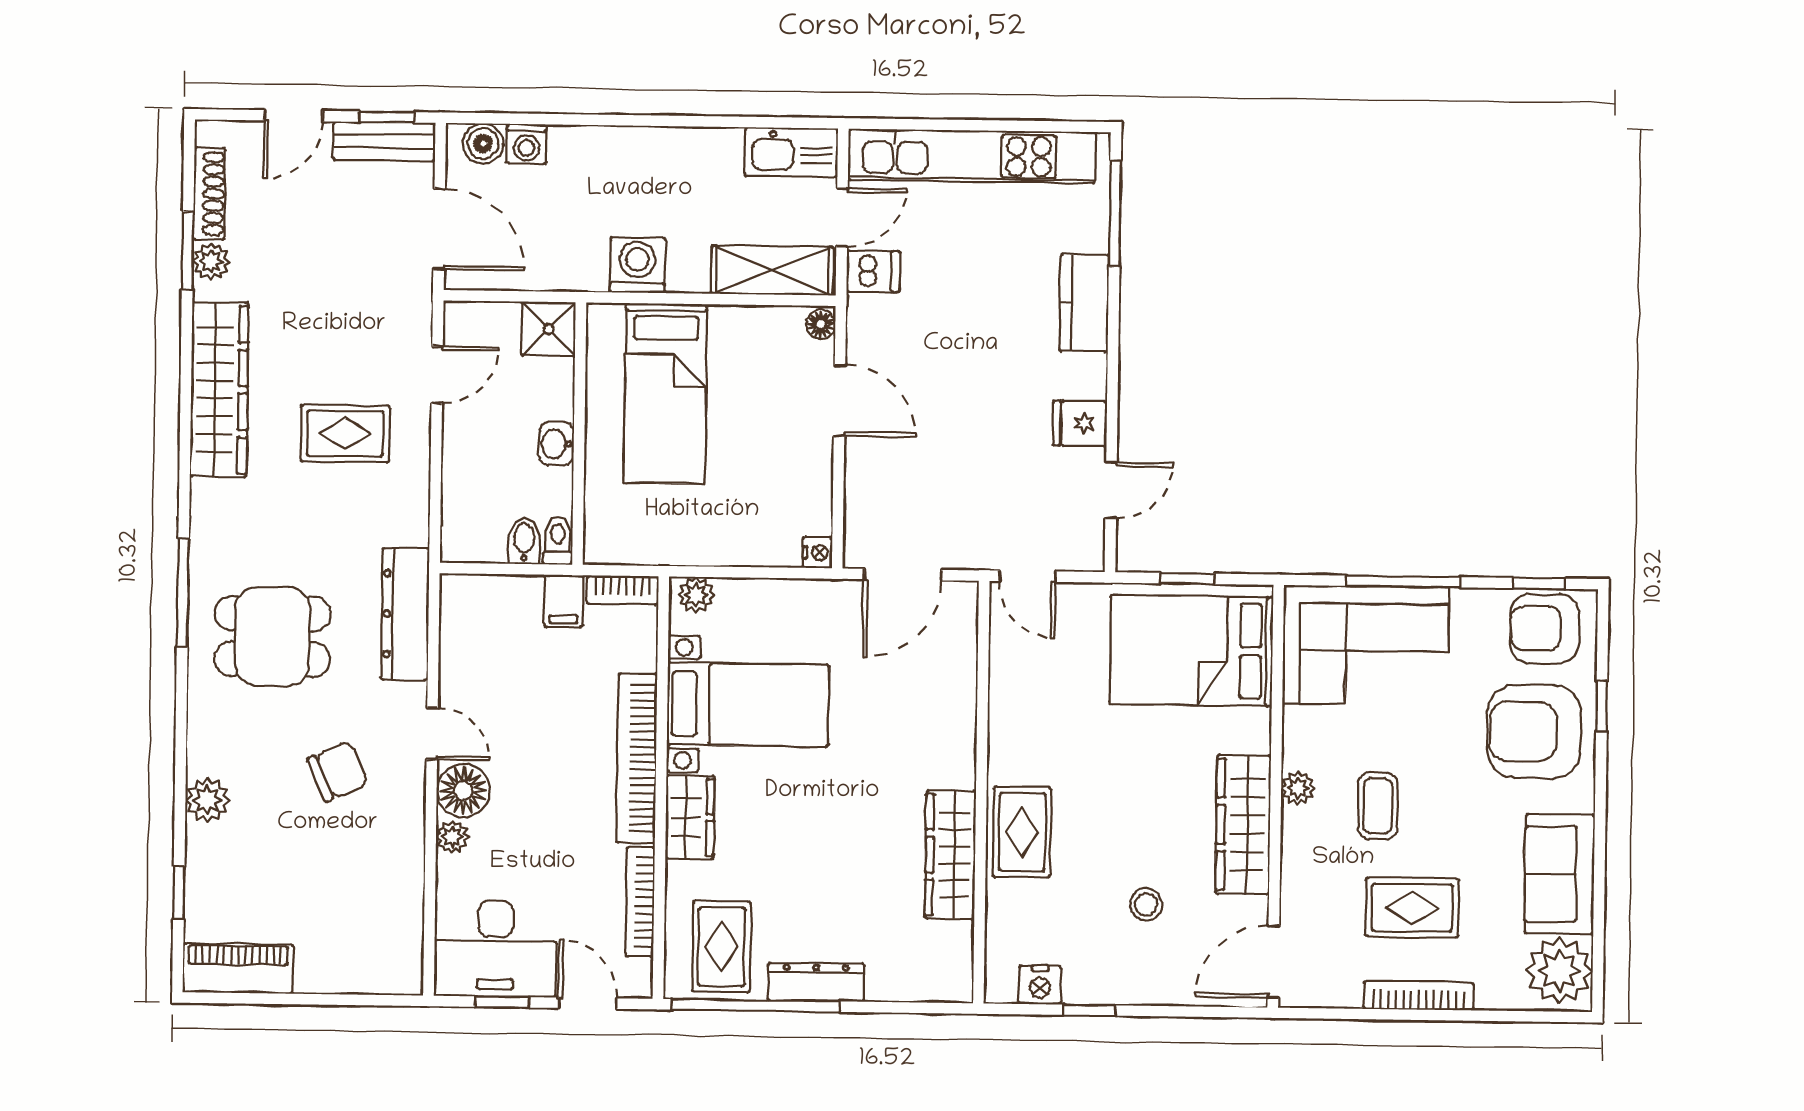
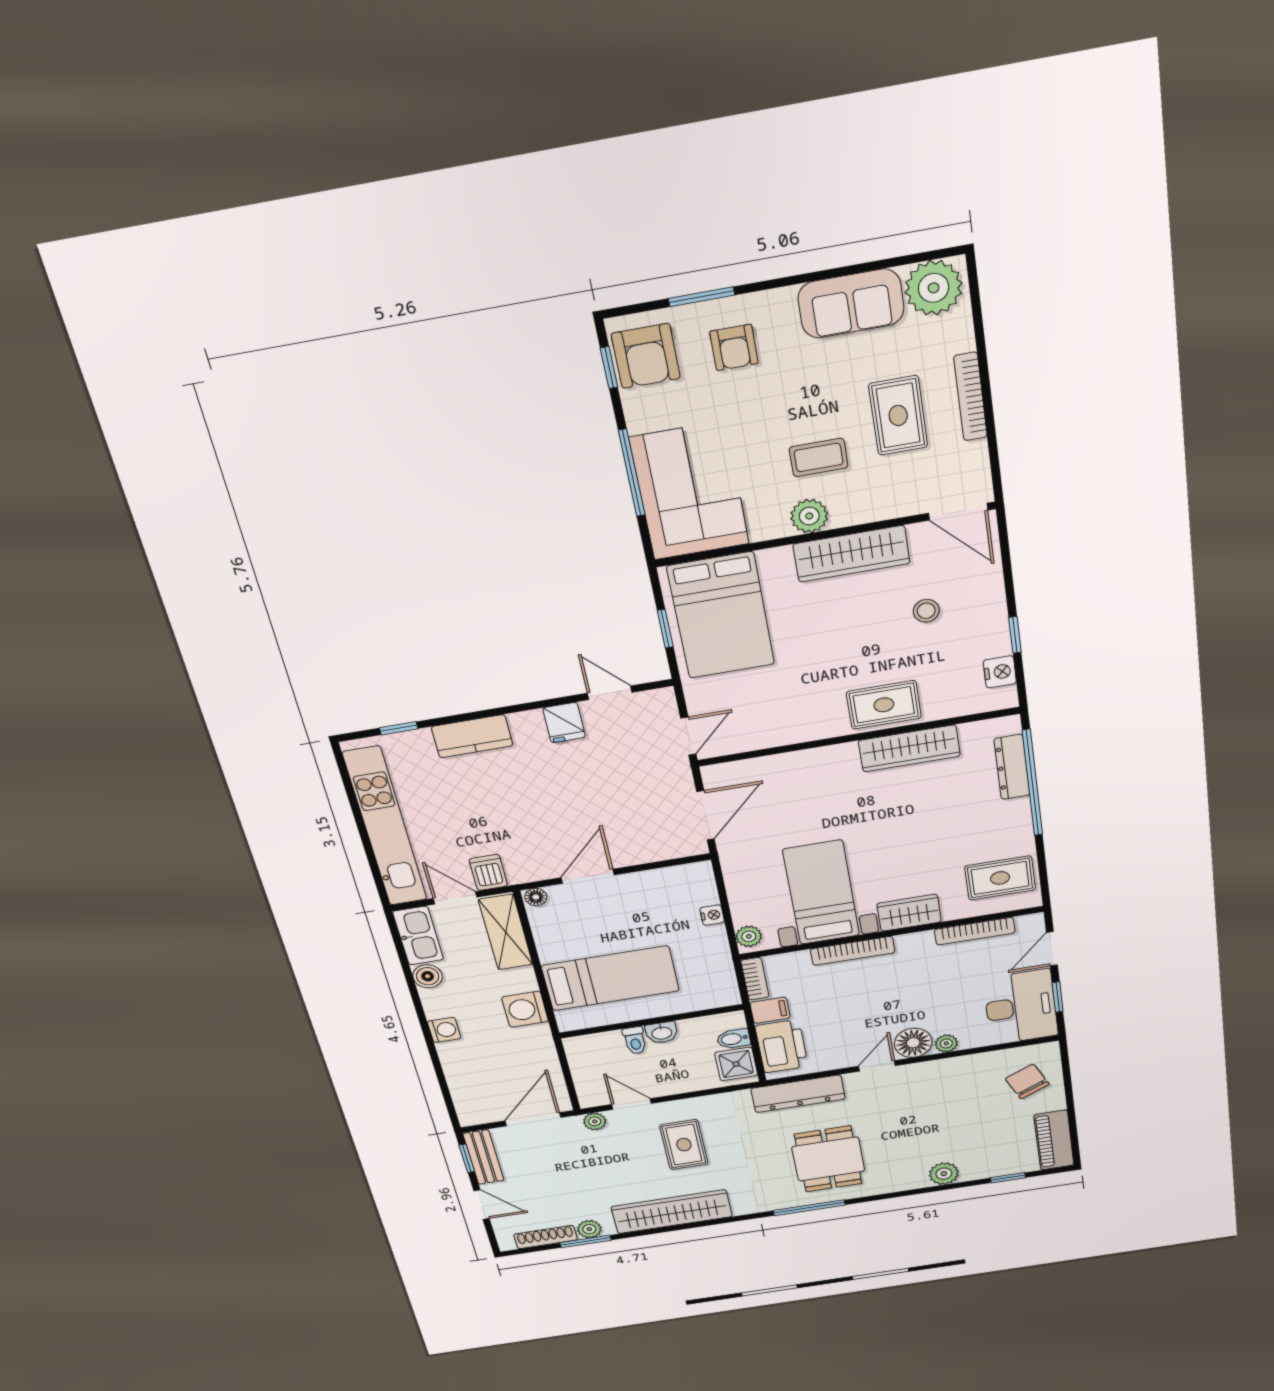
boiler: (483, 144) -> (428, 976), moved
washing machine: (527, 144) -> (444, 1030), moved
window: (1115, 213) -> (399, 728), width x0.46
plant: (416, 316) -> (595, 1121), added
shower: (548, 329) -> (736, 1064), moved
toilet: (558, 541) -> (635, 1040), moved, turned -90
nightstand: (818, 553) -> (712, 915), moved, turned 90
door: (903, 575) -> (705, 815), hinge flipped
printer: (497, 606) -> (782, 1046), added
window: (1602, 706) -> (702, 297), width x1.50
armchair: (1534, 732) -> (734, 347), width x0.53, depth x0.53
bookcase: (637, 759) -> (853, 951), width x0.68, depth x0.76
chair: (338, 771) -> (1027, 1081), moved
plant: (1298, 788) -> (809, 516), width x1.38, depth x1.38
dresser: (816, 982) -> (1012, 767), moved
window: (756, 1005) -> (1032, 783), moved

